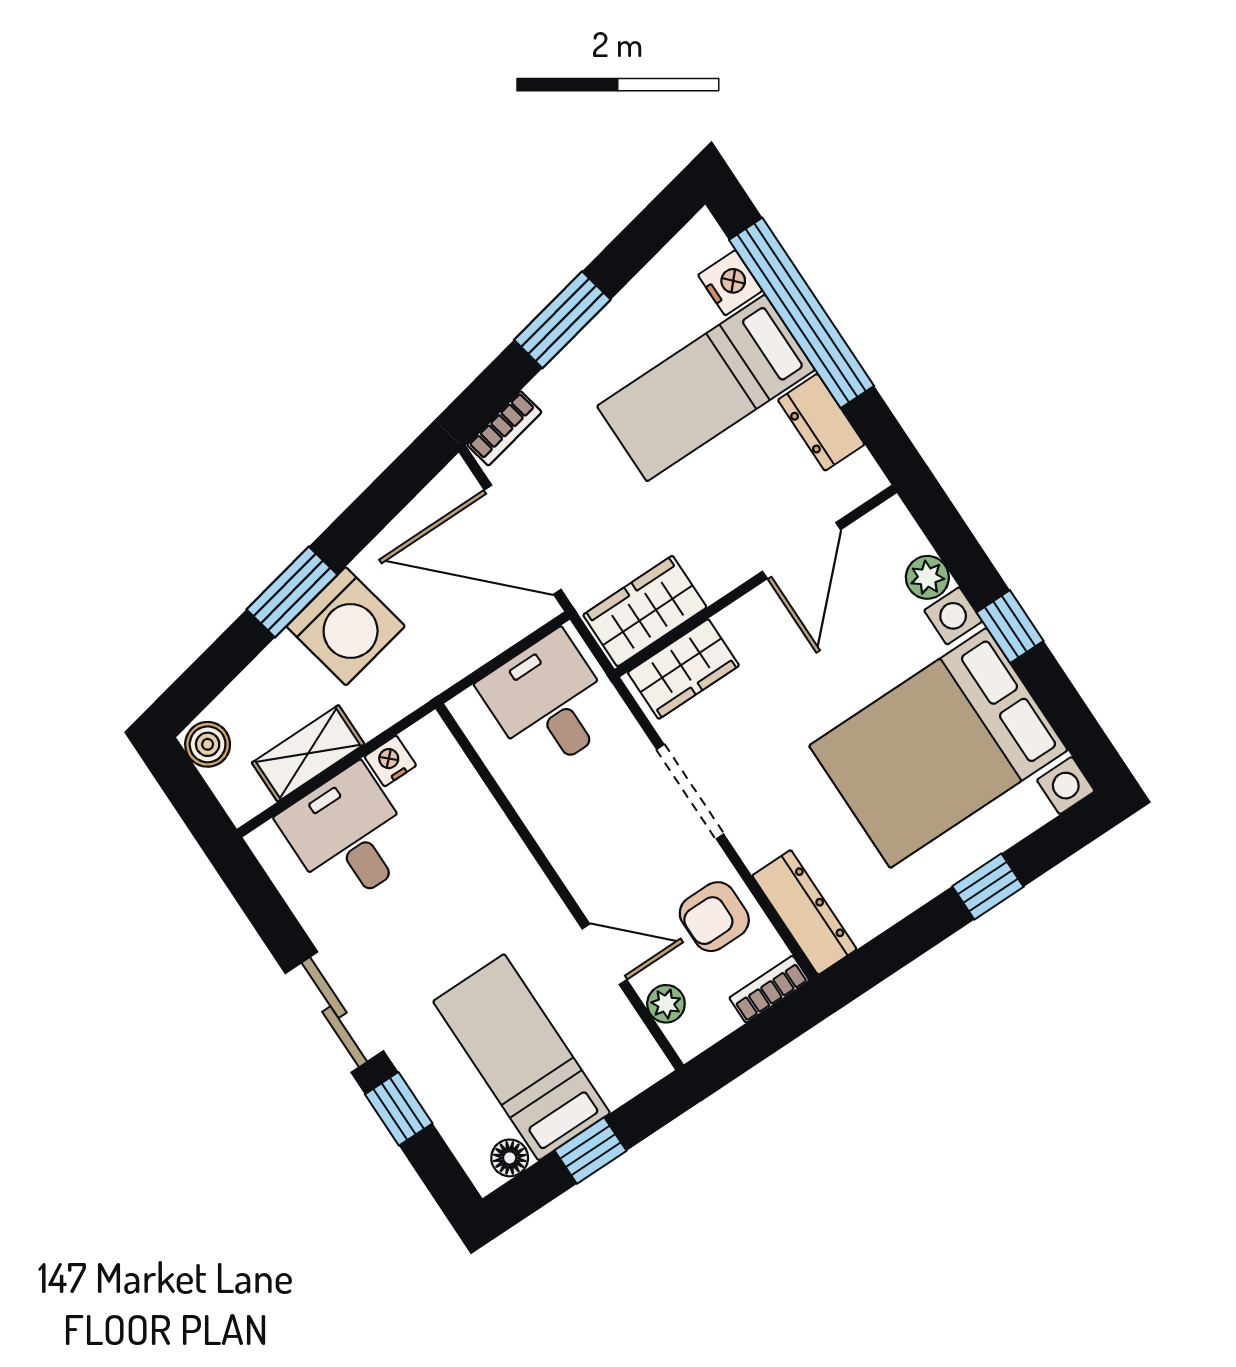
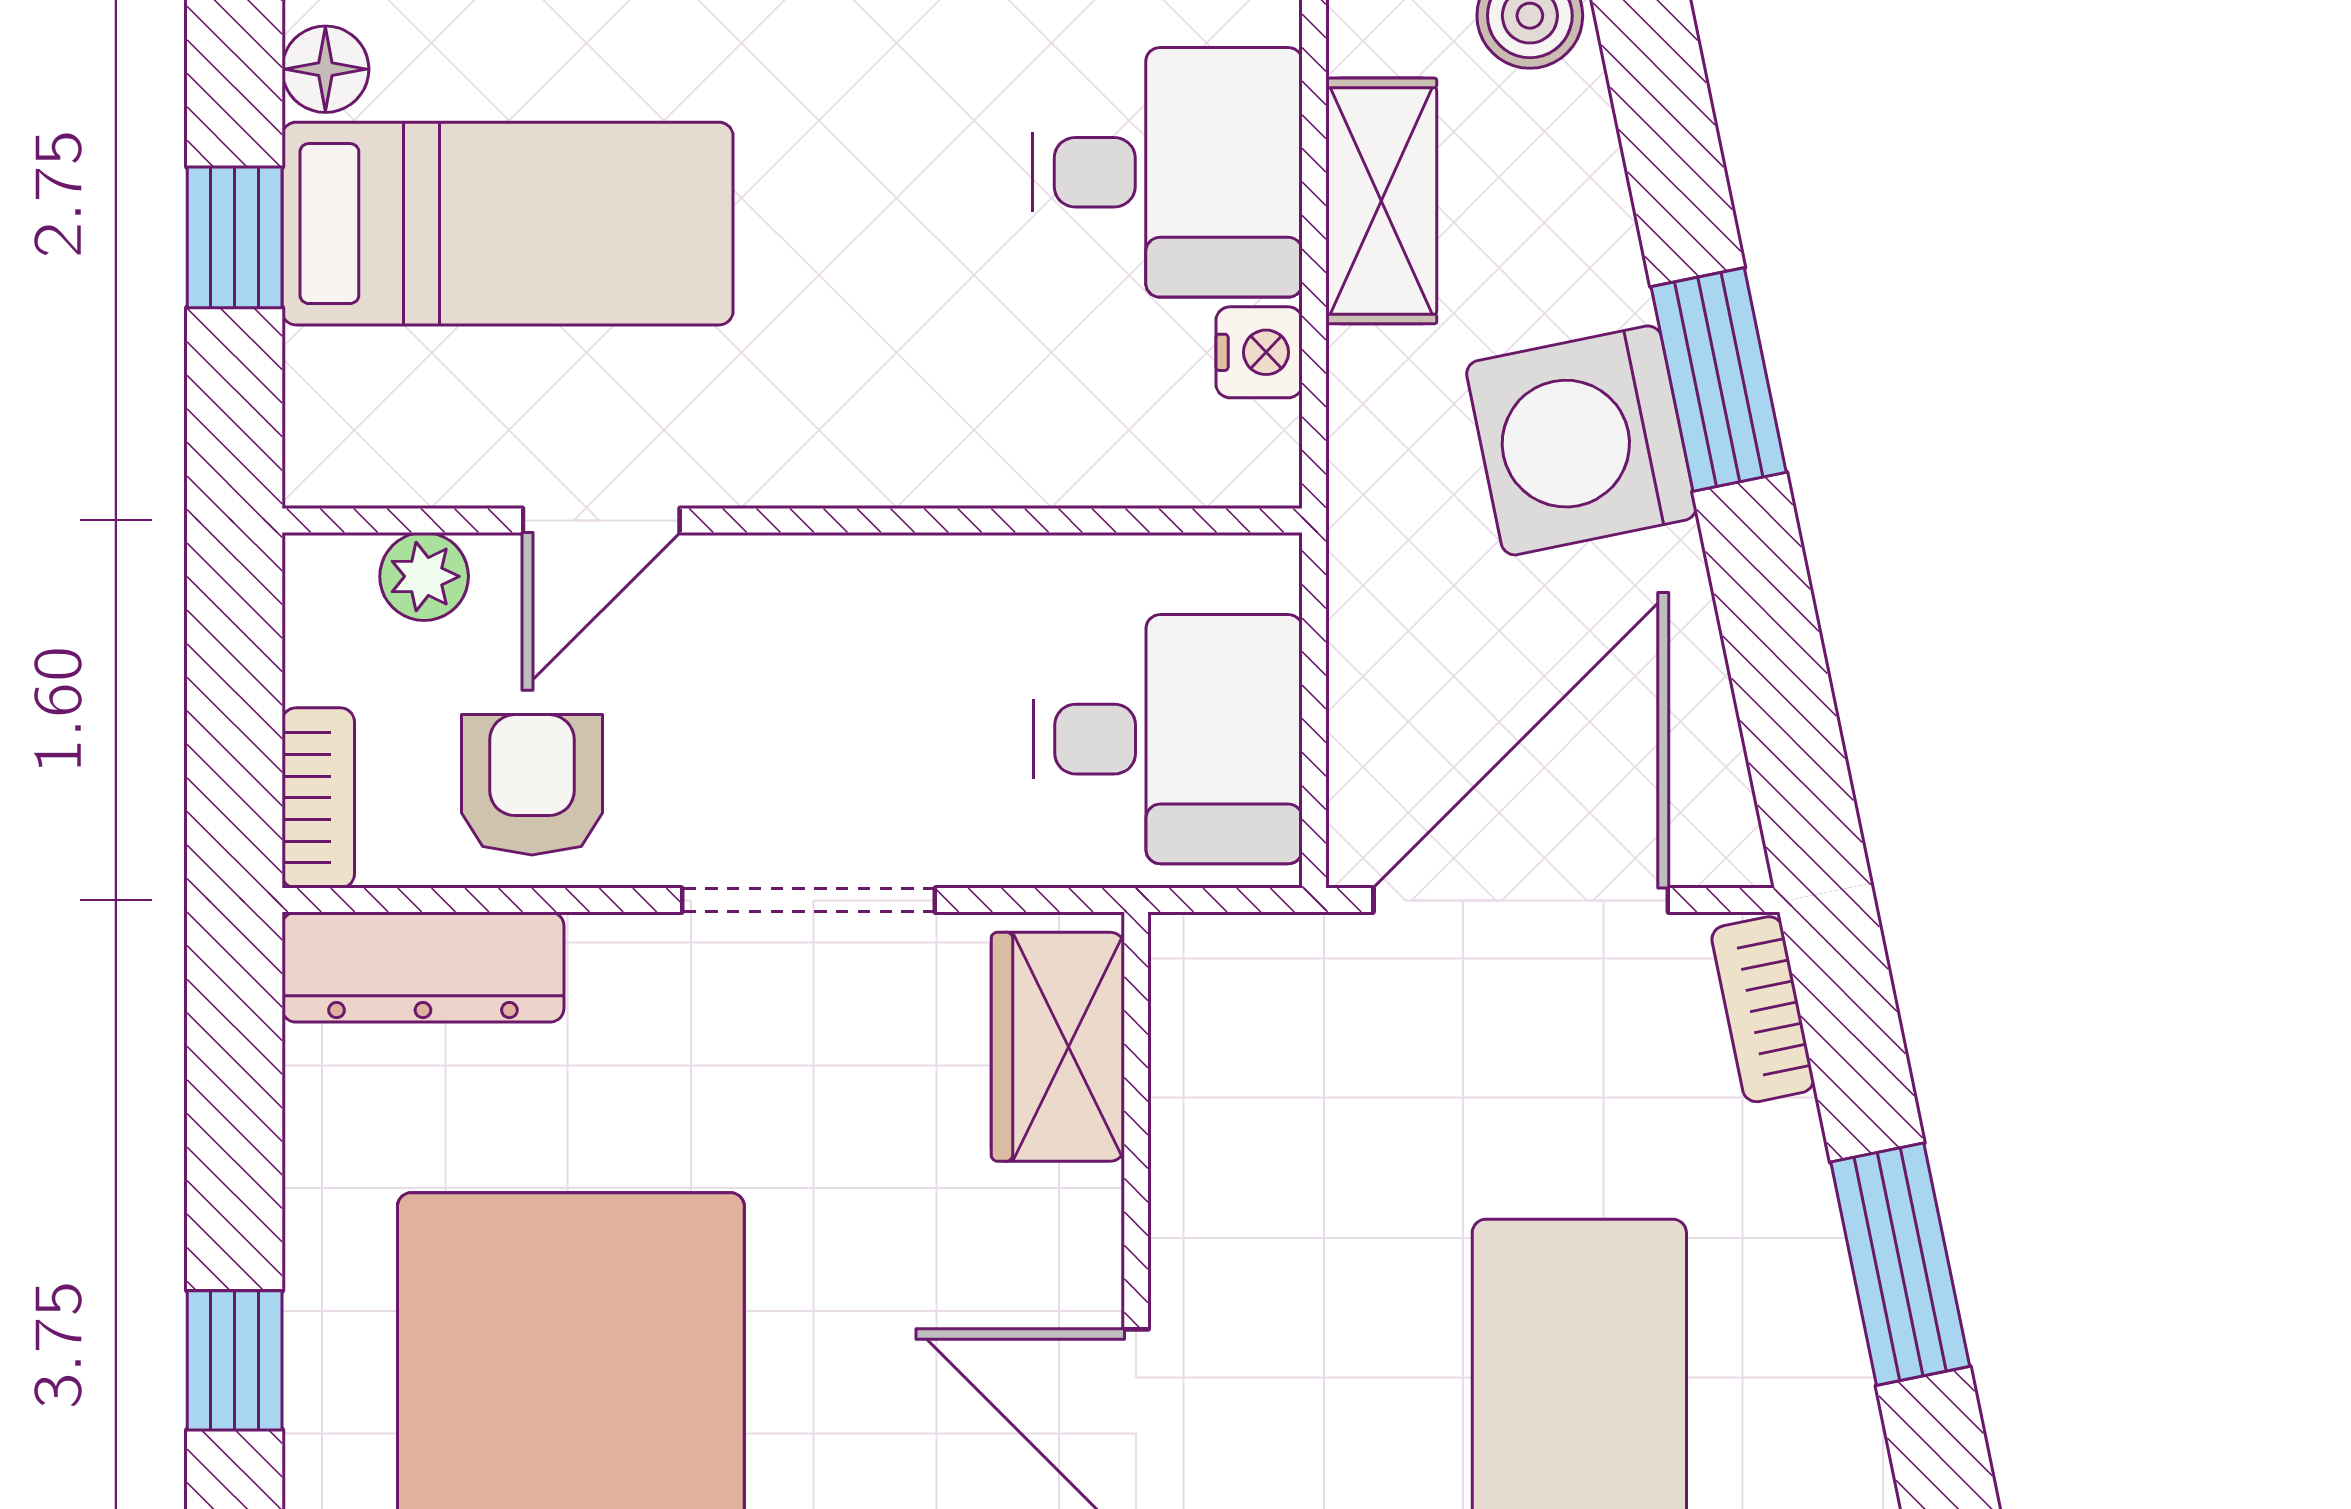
wardrobe: (645, 611) -> (1222, 1047), removed

